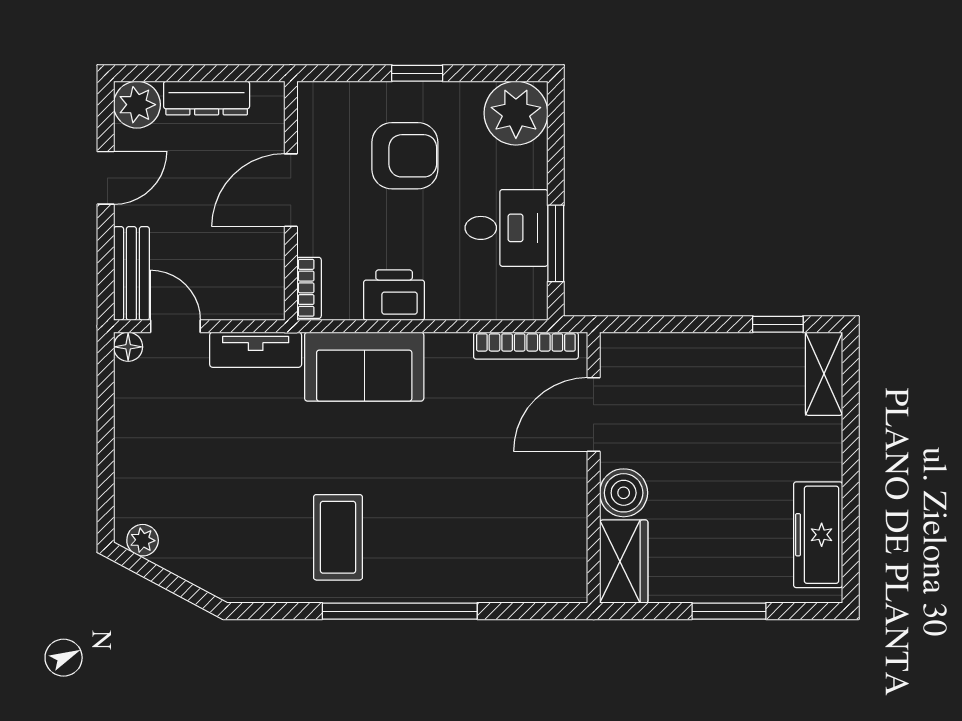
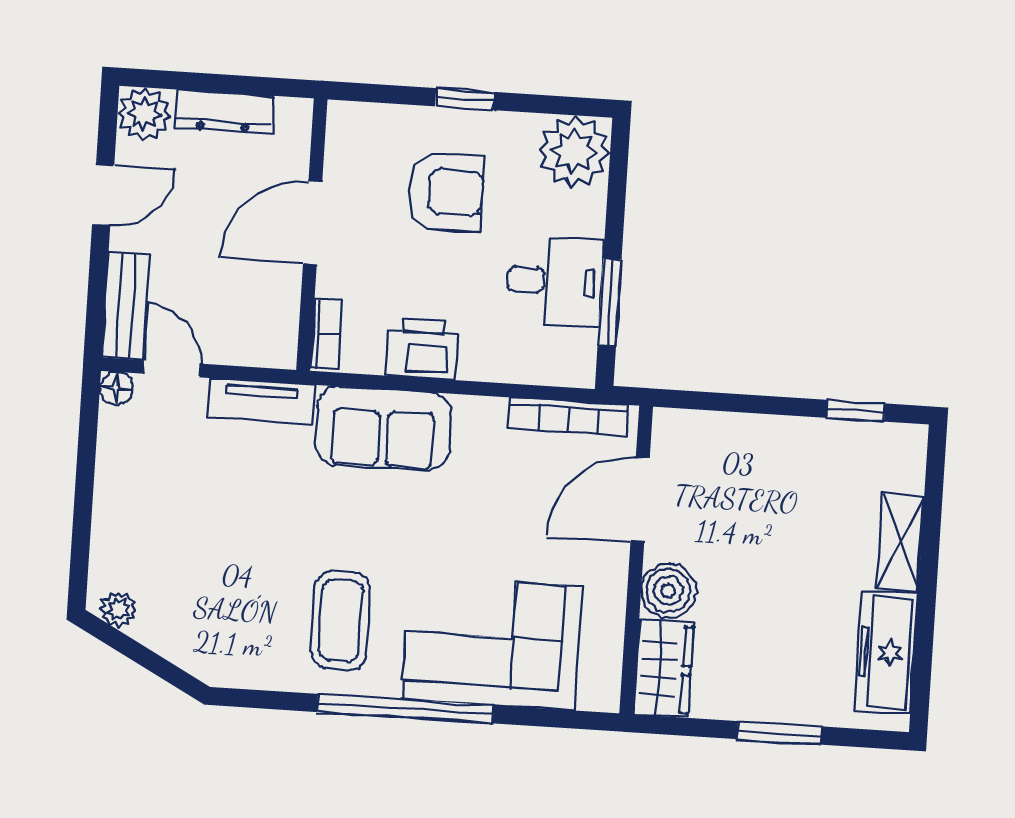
shelving: (824, 374) -> (900, 542), moved
corner sofa: (472, 549) -> (492, 643), added

